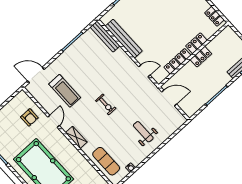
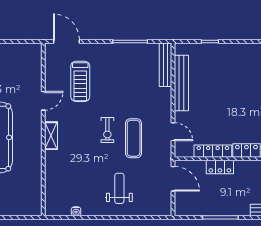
locker: (201, 57) -> (220, 167), moved
armchair: (29, 117) -> (24, 76), removed
exercise mat: (106, 161) -> (134, 138), moved

